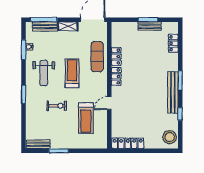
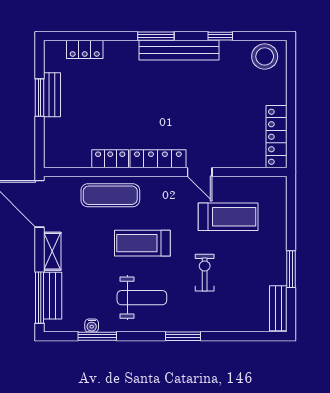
locker: (116, 76) -> (158, 159), width x1.53

